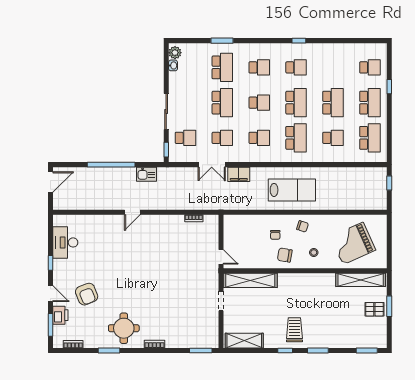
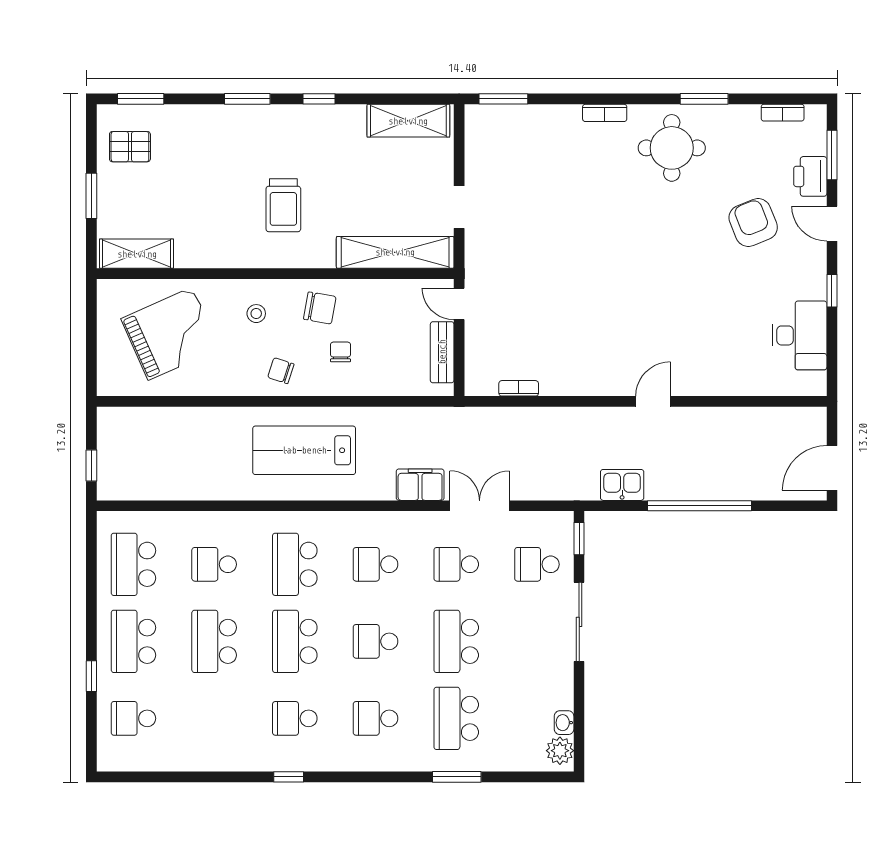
bench: (229, 235) -> (442, 352), added
shelving: (361, 280) -> (137, 254), width x0.68
pallet: (374, 309) -> (130, 147), moved
trolley: (294, 330) -> (283, 205), moved

